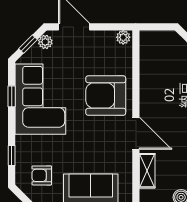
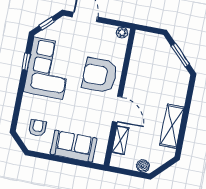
plant: (45, 42) -> (61, 24), removed
window: (12, 156) -> (17, 108), removed
armchair: (42, 175) -> (38, 128), turned 90

